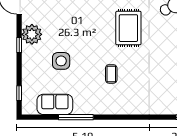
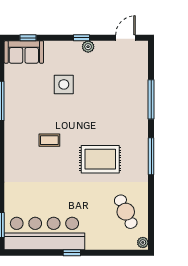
plant: (32, 34) -> (88, 47), width x0.53, depth x0.53
sofa: (55, 104) -> (24, 52), moved, turned 90

